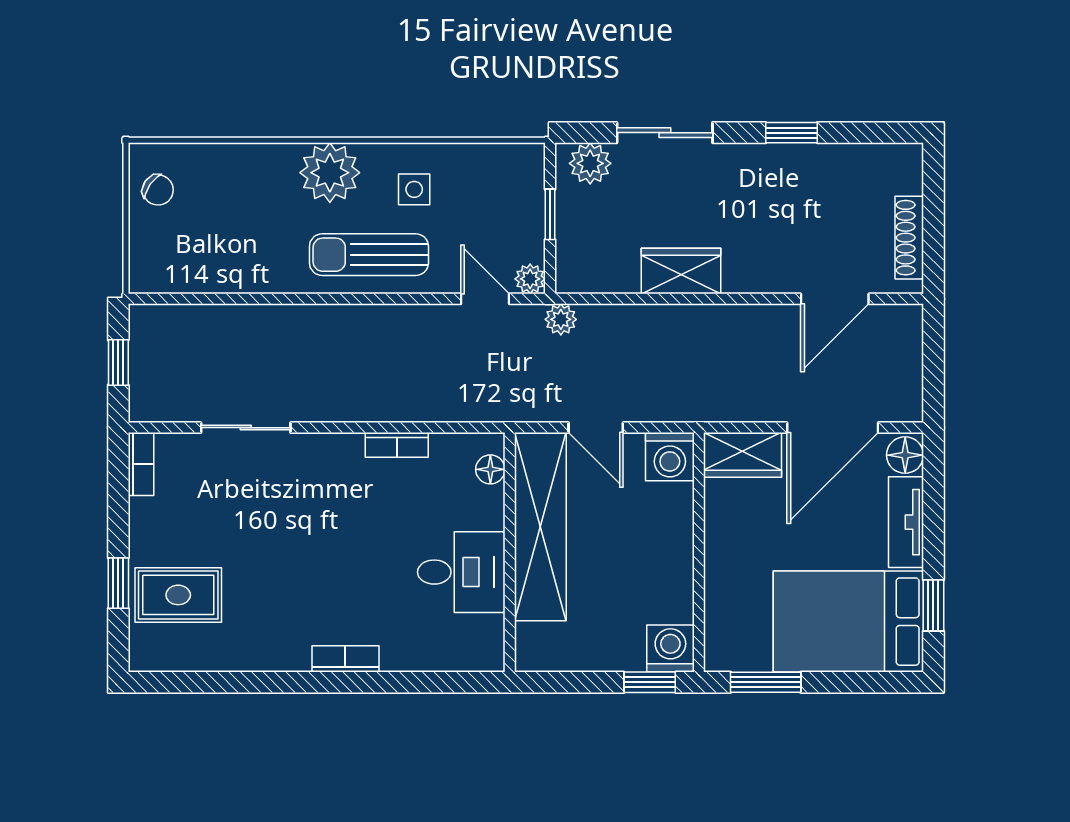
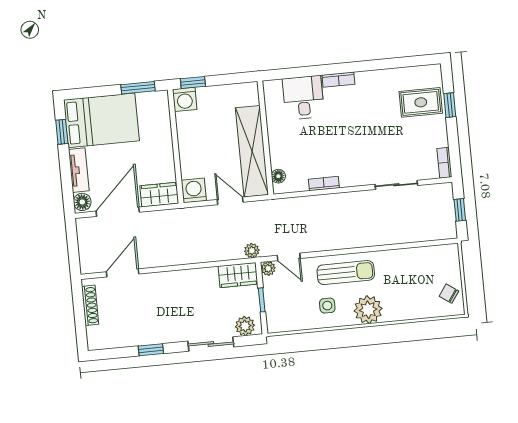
wardrobe: (681, 271) -> (238, 275), moved
desk: (461, 572) -> (303, 98), moved, turned 90

